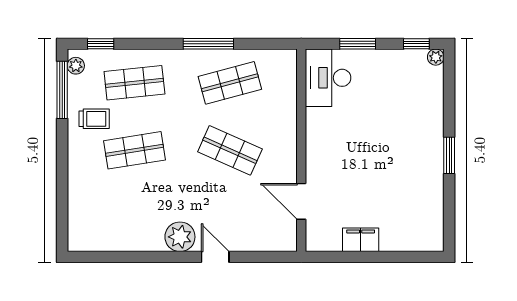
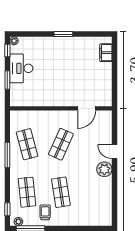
desk: (328, 78) -> (21, 68), moved, turned 90
filing cabinet: (361, 240) -> (106, 53), moved
door: (215, 257) -> (114, 152), hinge flipped

